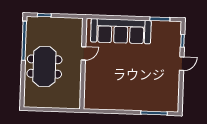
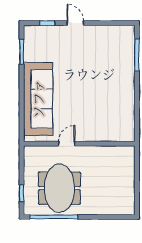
door: (84, 53) -> (67, 144), hinge flipped
meeting table: (44, 67) -> (59, 188), moved, turned 90

